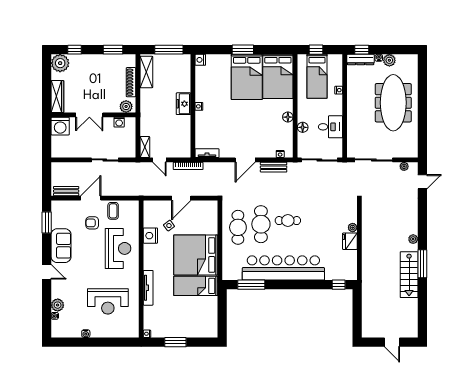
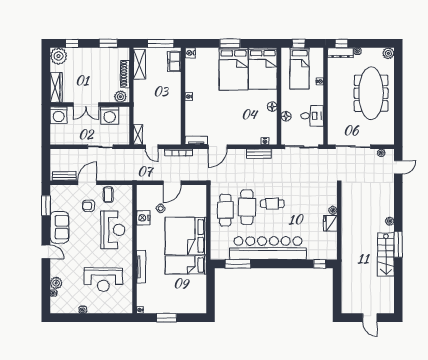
plant: (389, 60) -> (388, 53), moved
freezer: (183, 104) -> (174, 61), moved
washing machine: (119, 122) -> (110, 116), width x1.89, depth x1.89
door: (245, 160) -> (218, 147), moved

